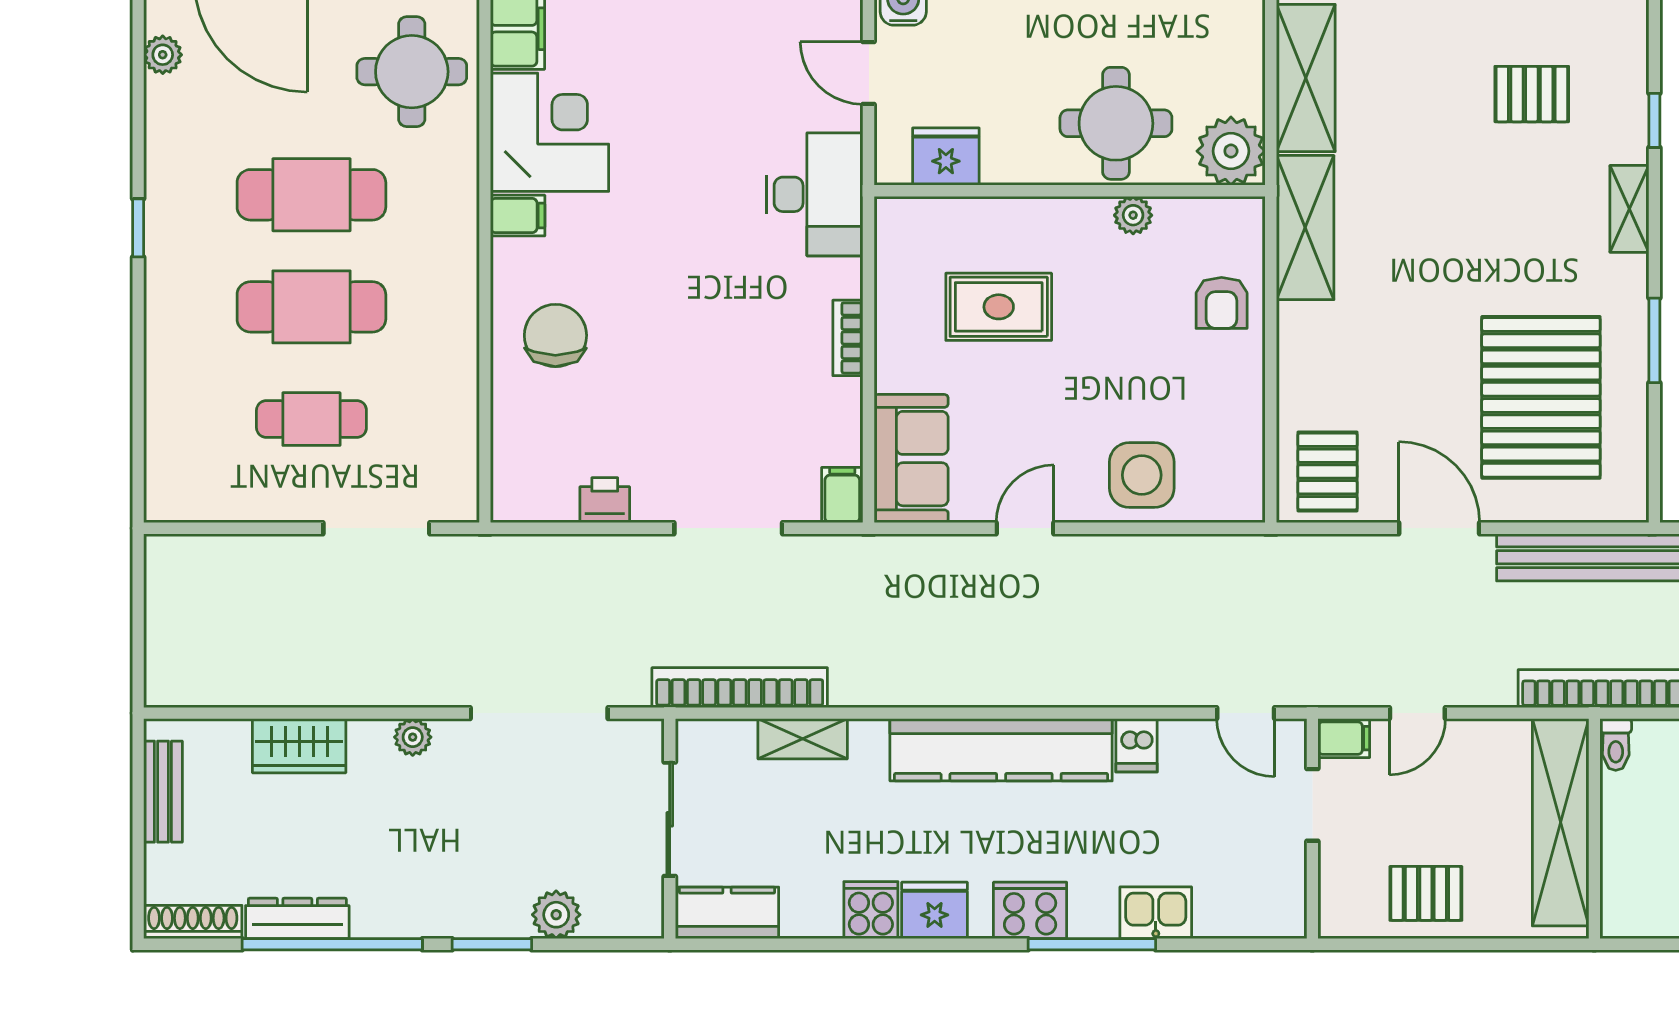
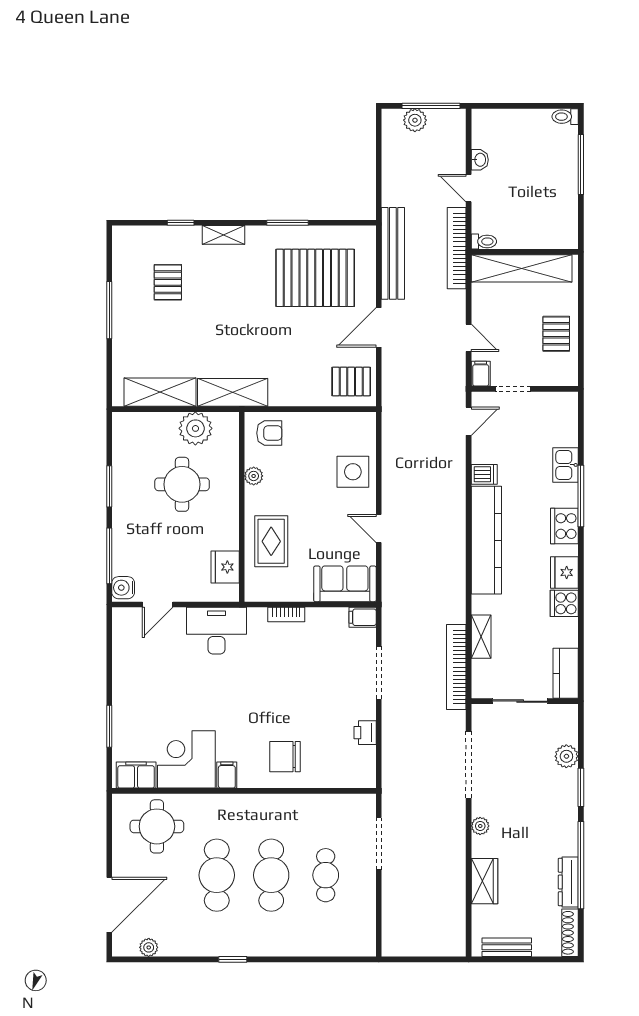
fridge: (946, 157) -> (225, 567), moved
wall: (1070, 191) -> (242, 507), moved
plant: (1133, 215) -> (254, 476), moved

